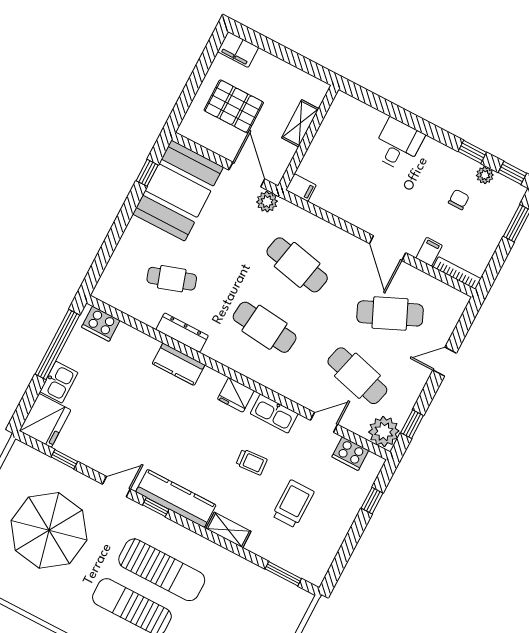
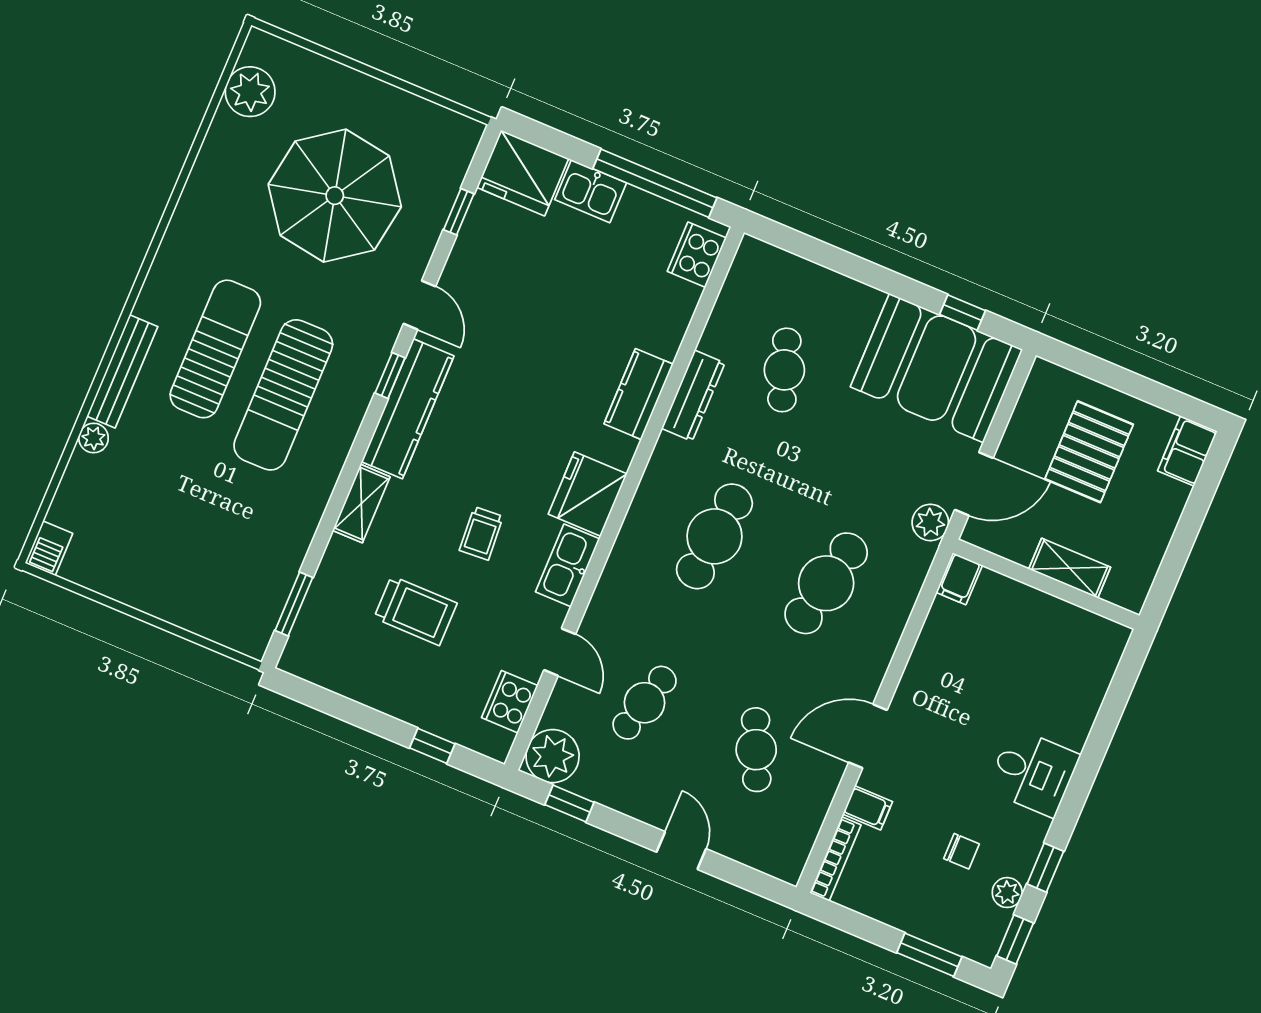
desk: (398, 145) -> (1033, 772), moved
cafe table: (390, 313) -> (756, 750), width x0.73, depth x0.74
cafe table: (357, 376) -> (645, 703), width x0.73, depth x0.74
fridge: (236, 395) -> (588, 494), width x1.36, depth x1.34

